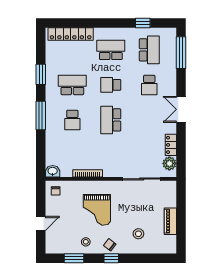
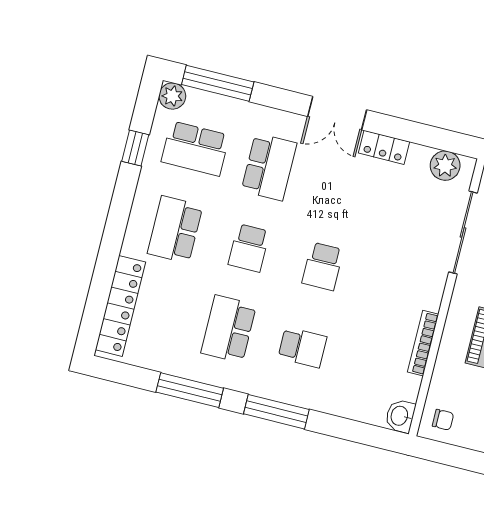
plant: (170, 34) -> (172, 96), added
school desk: (149, 50) -> (195, 149), turned 180
window: (41, 74) -> (190, 390), width x1.44
school desk: (149, 85) -> (269, 167), width x1.85
school desk: (111, 120) -> (323, 266), width x0.54
locker: (171, 145) -> (384, 147), moved

